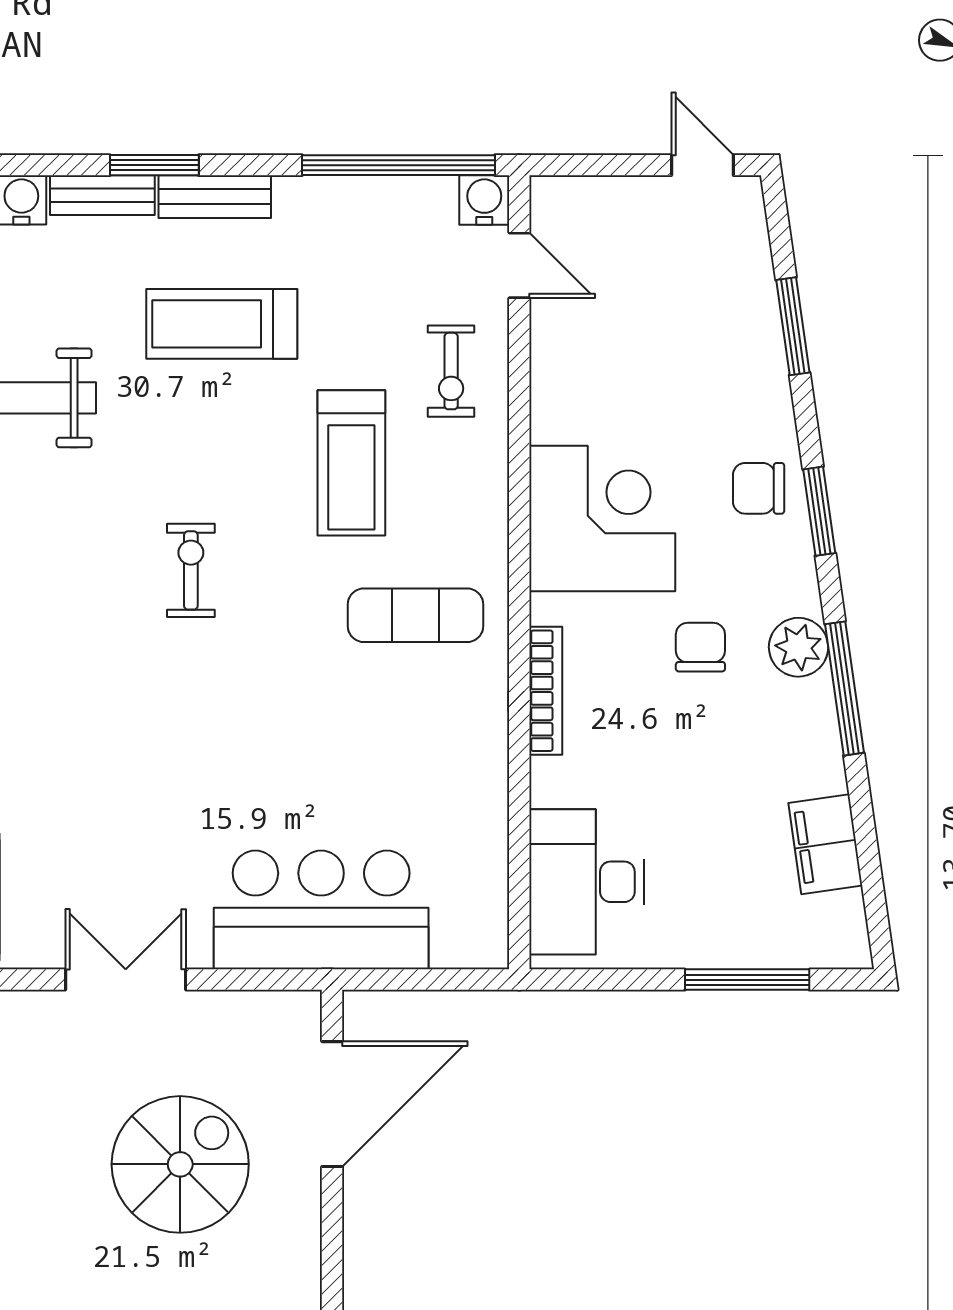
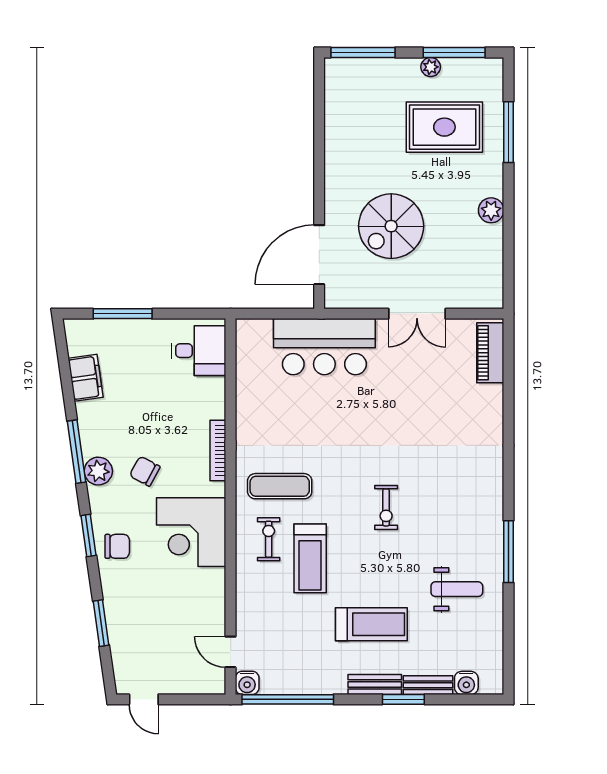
exercise bike: (451, 371) -> (269, 539), moved
treadmill: (351, 463) -> (310, 558), turned 180
chair: (700, 647) -> (145, 471), turned 118
desk: (587, 882) -> (199, 351), width x0.73

